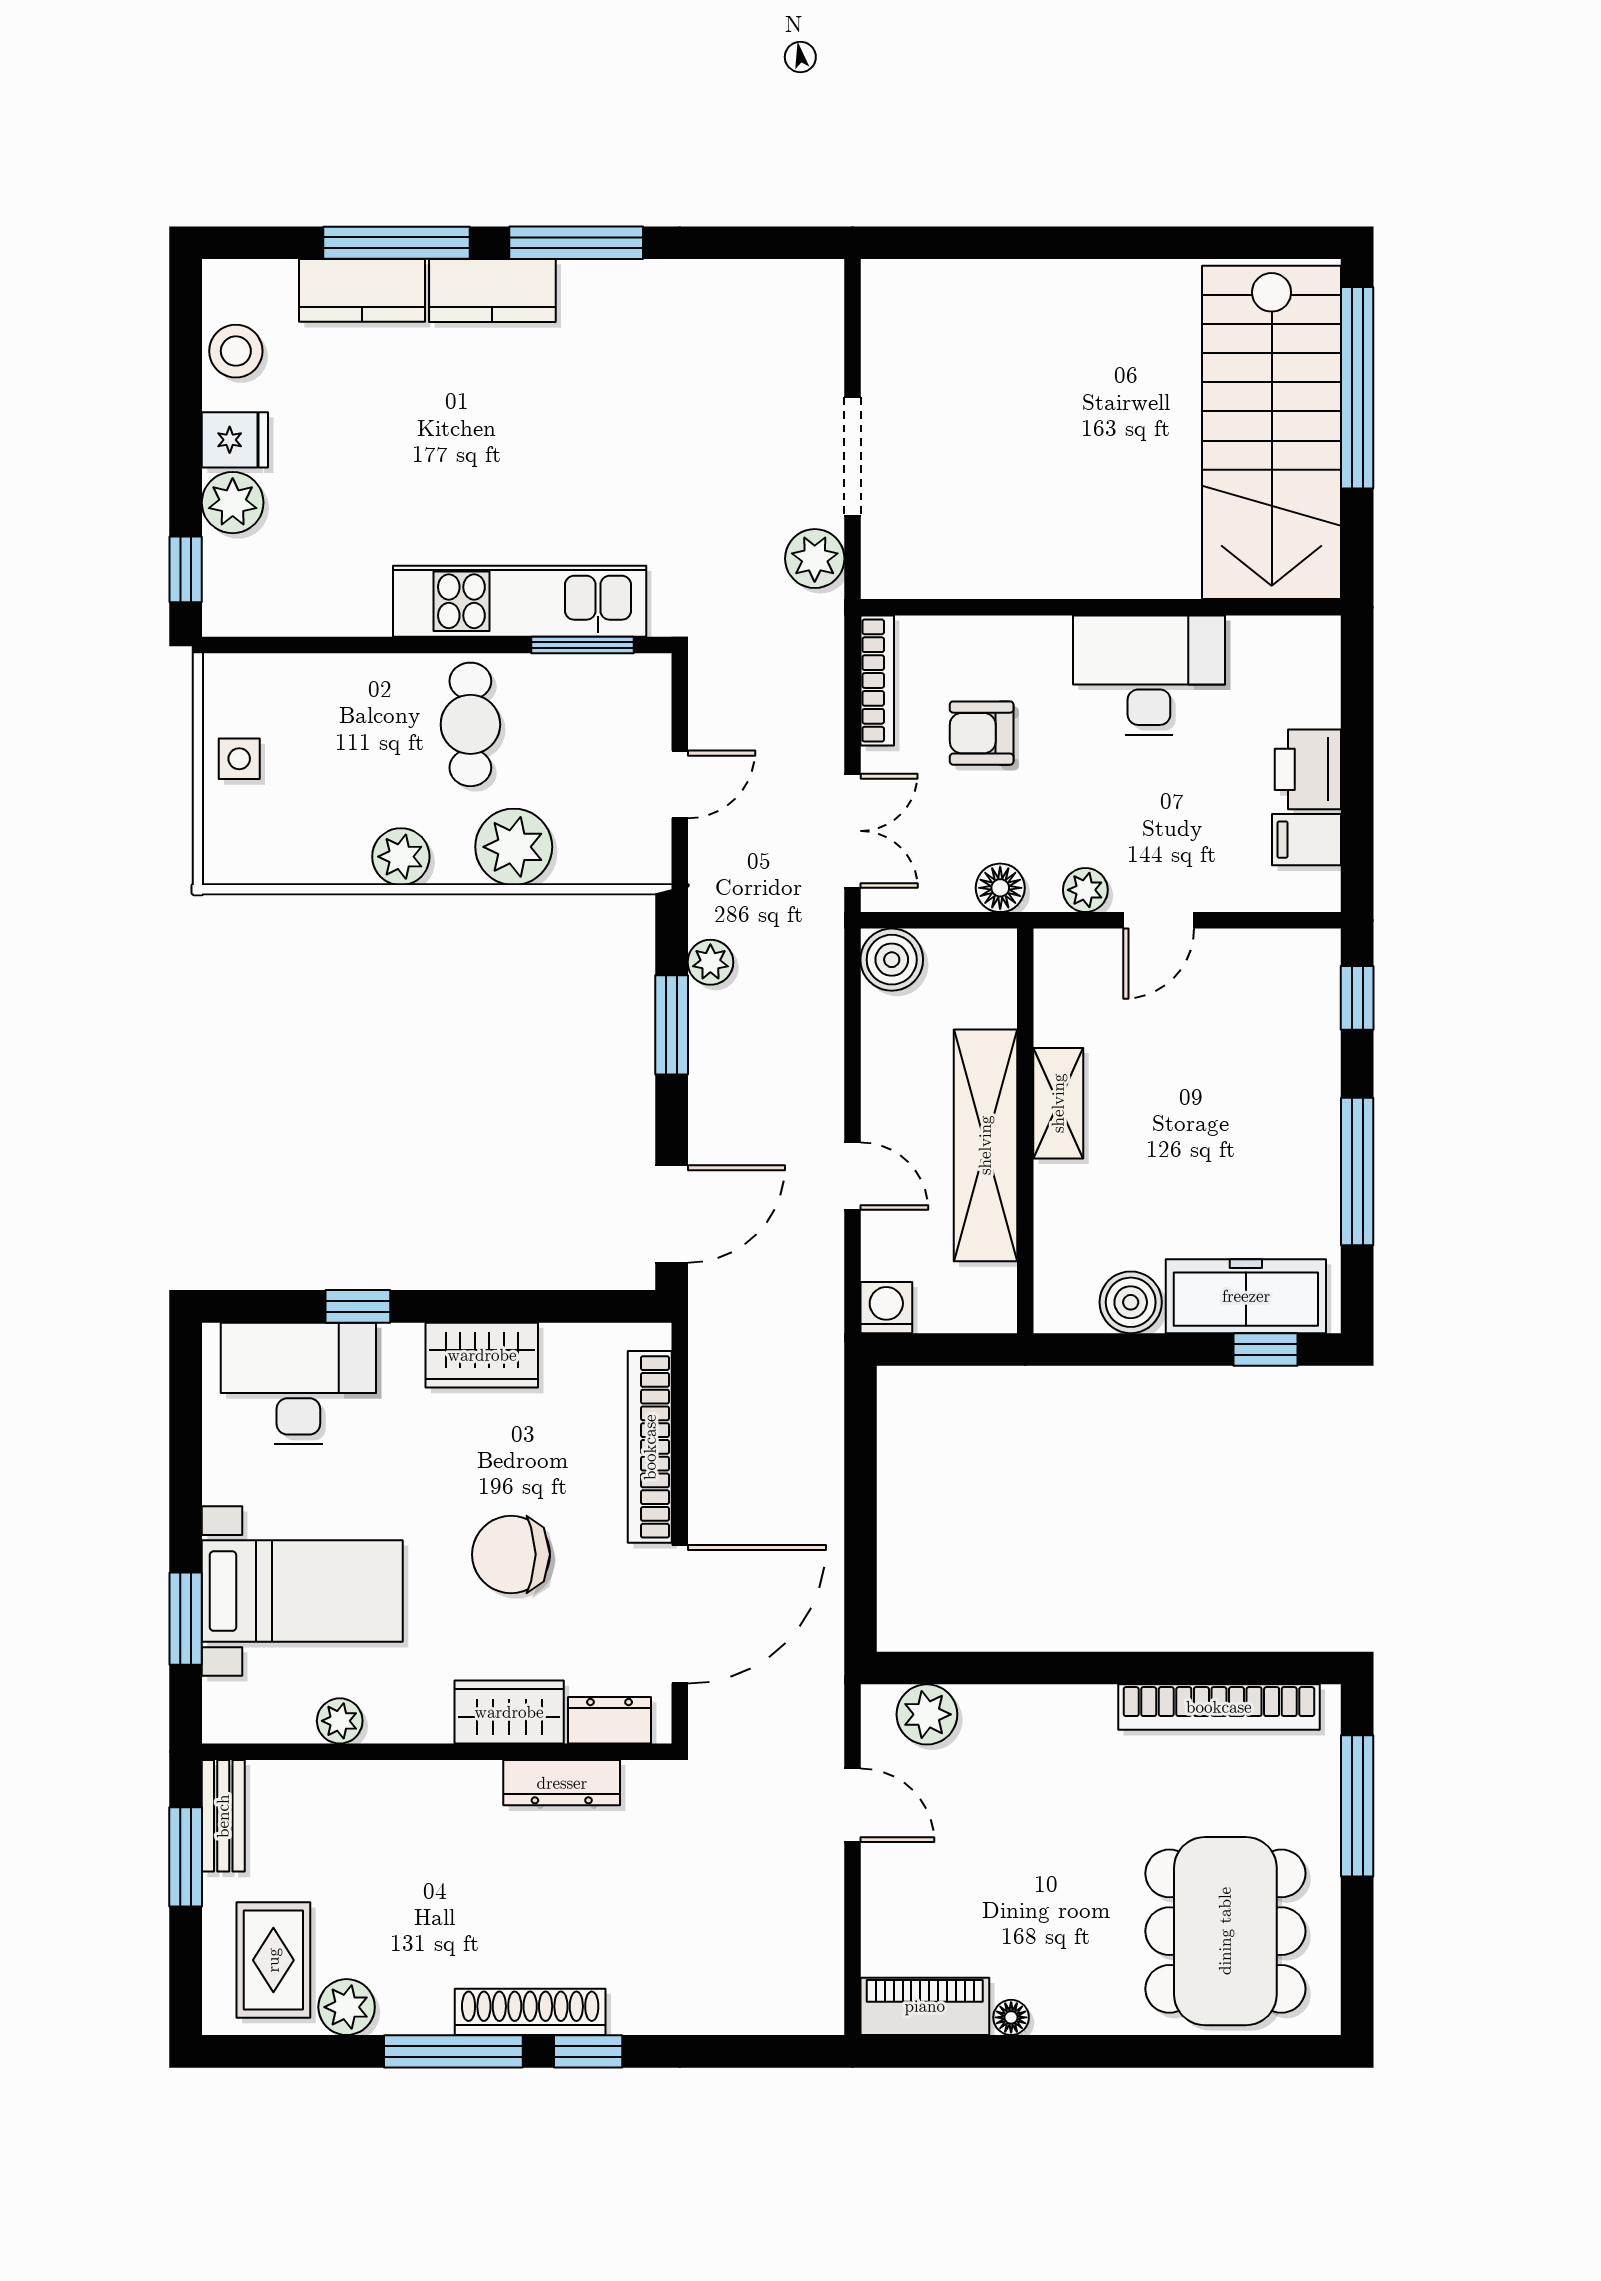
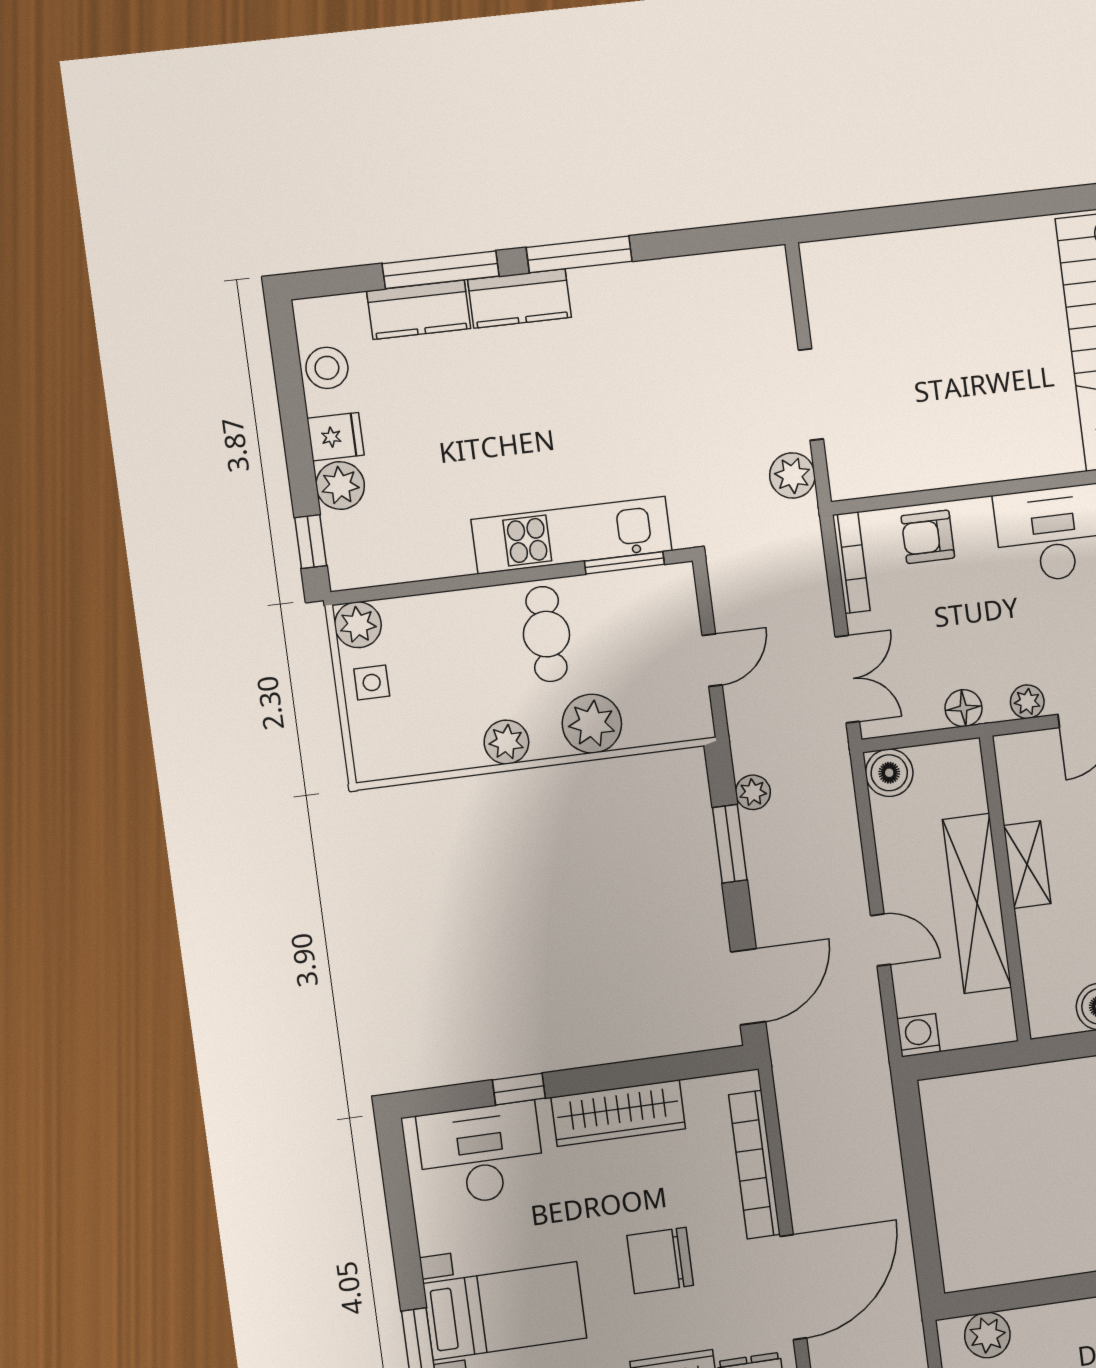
plant: (232, 683) -> (358, 625), added
armchair: (982, 733) -> (928, 537), moved
wardrobe: (482, 1355) -> (618, 1113), width x1.50

